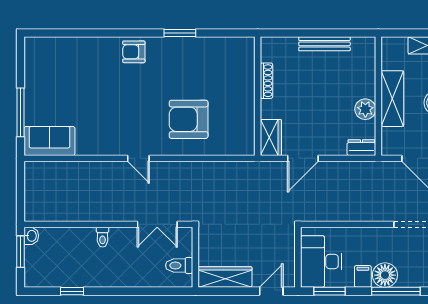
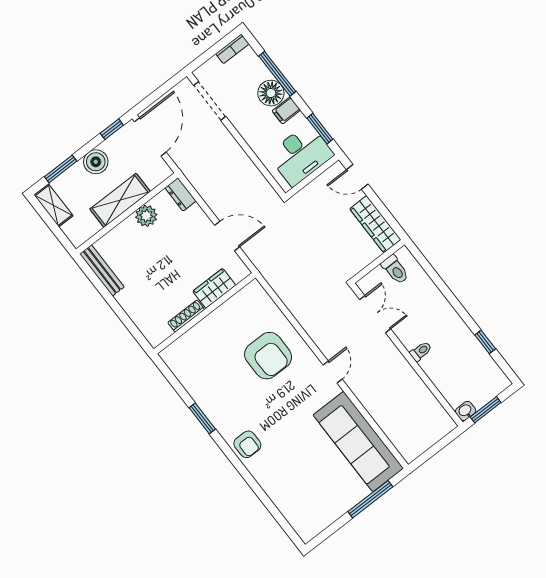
bench: (324, 44) -> (102, 270), moved
wardrobe: (271, 138) -> (214, 288), moved
sofa: (50, 141) -> (358, 442), width x1.85, depth x1.27

